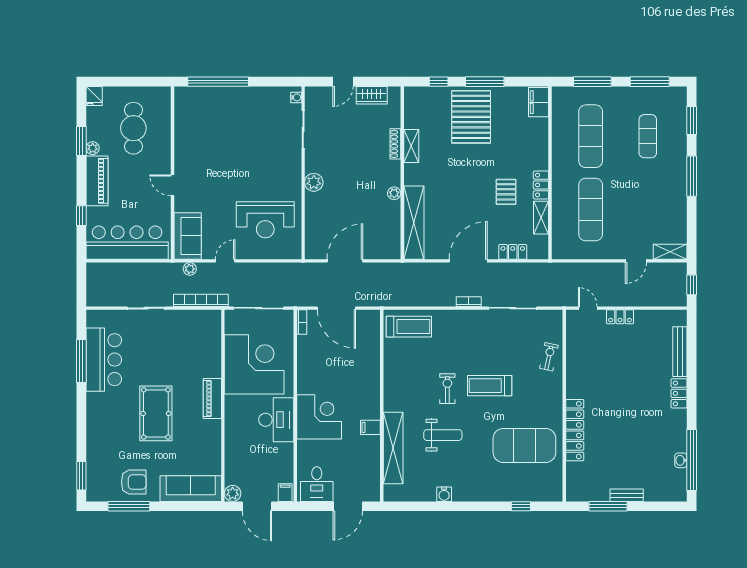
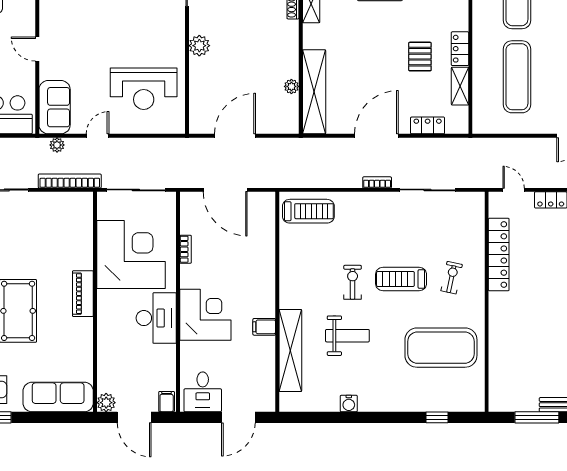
plant: (394, 193) -> (291, 86), moved
bookcase: (302, 322) -> (185, 249), moved
exercise bike: (549, 357) -> (452, 278), moved
locker: (575, 430) -> (499, 254), moved

